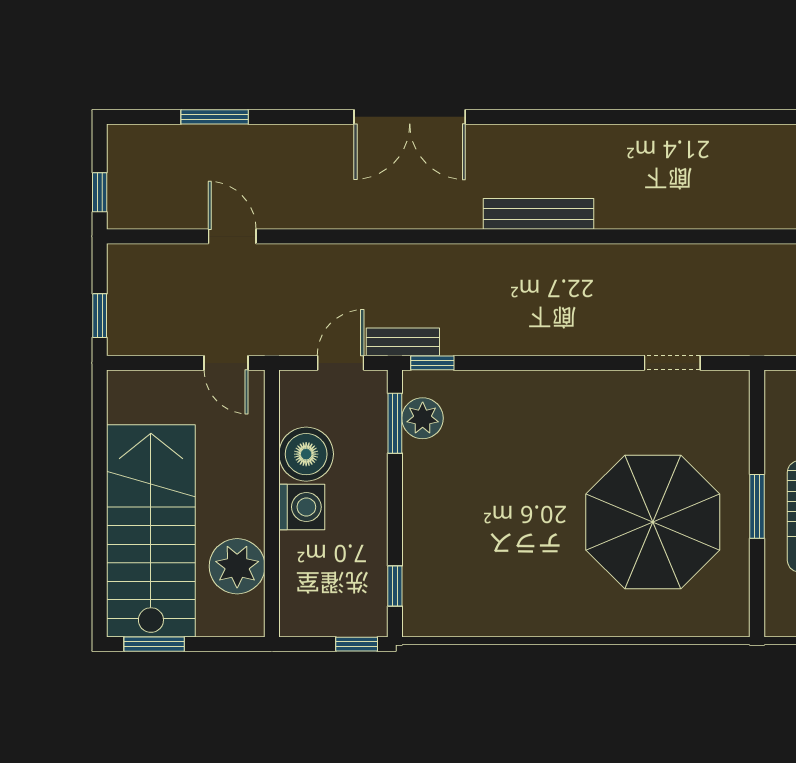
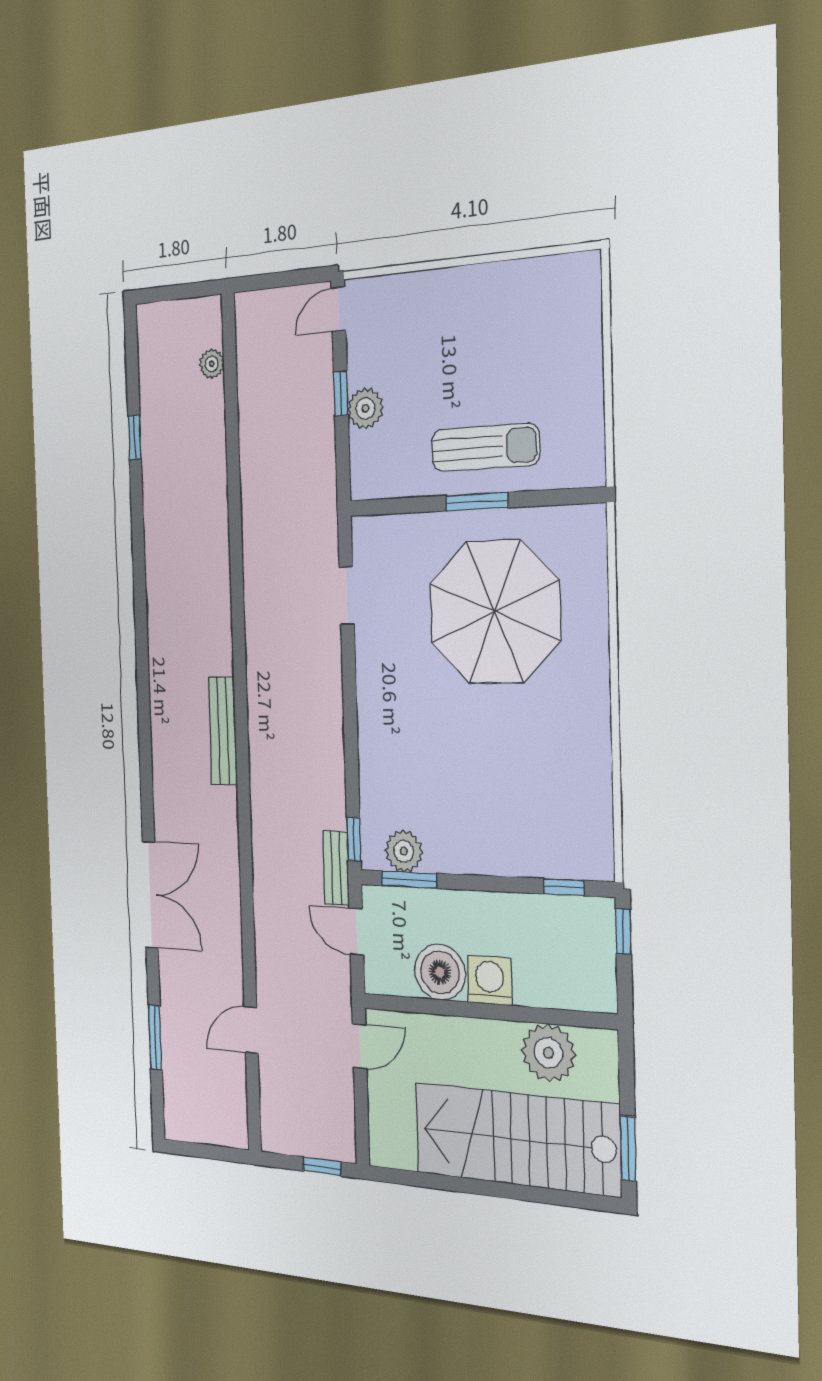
double door: (410, 117) -> (150, 895), moved
window: (100, 192) -> (219, 1153), removed

